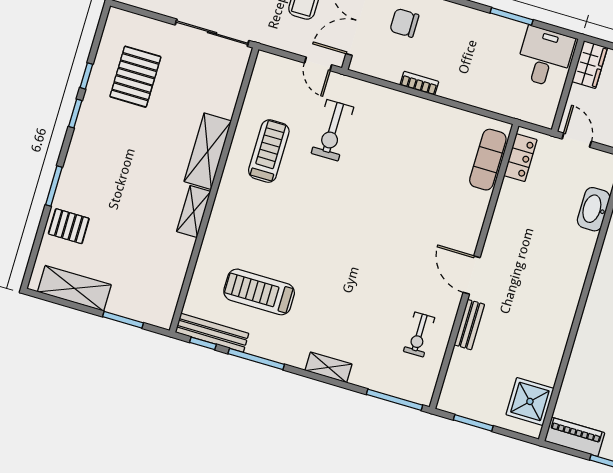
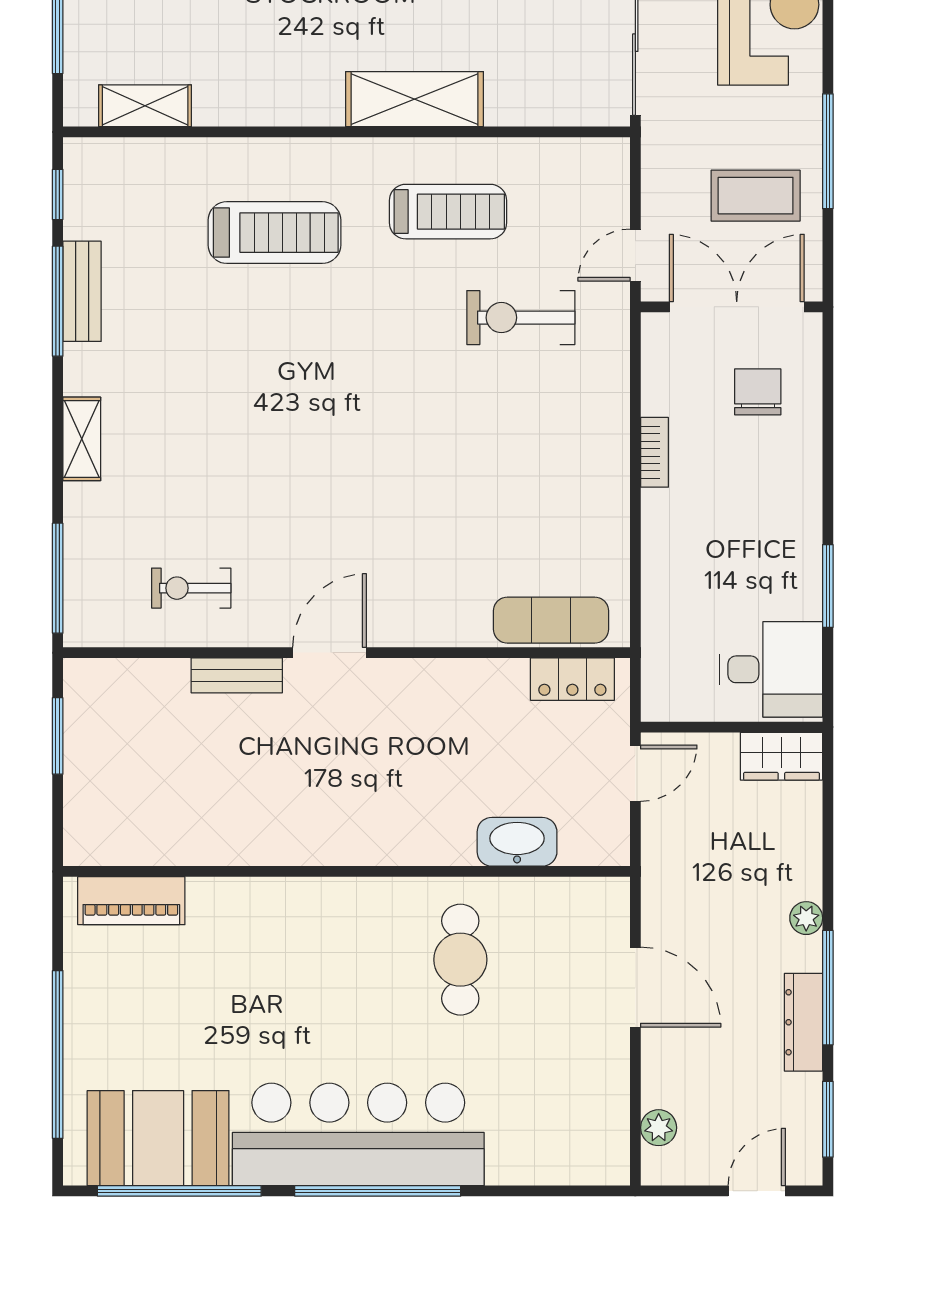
shelving: (194, 212) -> (145, 106), moved
treadmill: (259, 292) -> (274, 233), moved, turned 90
bench: (212, 333) -> (82, 291), moved, width x0.73
shower: (530, 401) -> (128, 829), removed
piano: (575, 437) -> (131, 901), moved, turned 90

